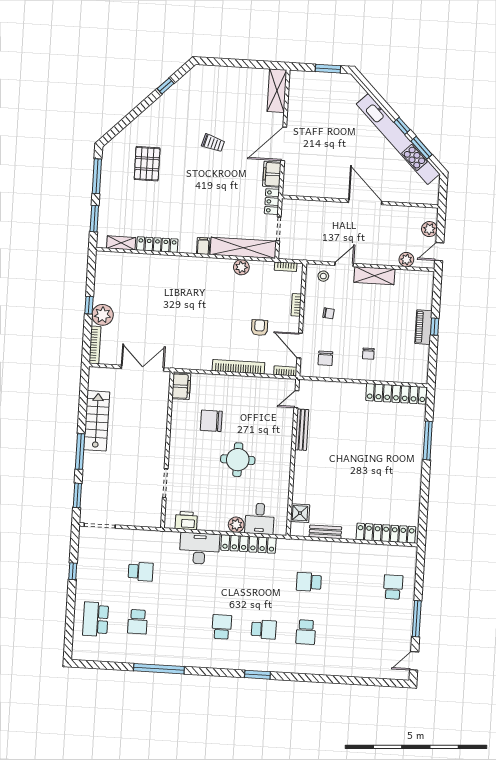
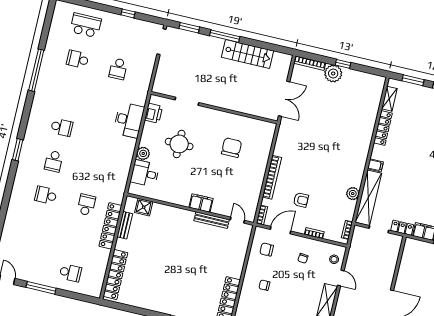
filing cabinet: (181, 386) -> (201, 203), moved, turned 180
round table: (238, 460) -> (179, 144), moved
locker: (248, 544) -> (110, 226), moved

